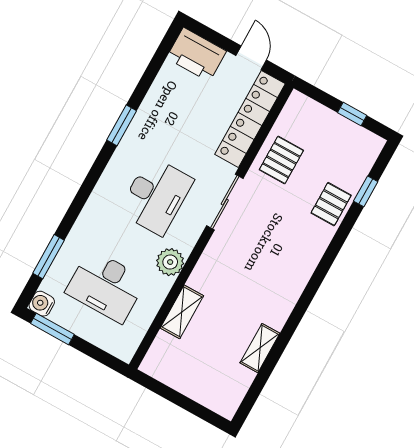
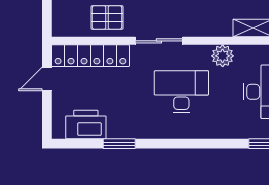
printer: (196, 55) -> (86, 124), moved, turned -90
window: (122, 125) -> (119, 144), moved

